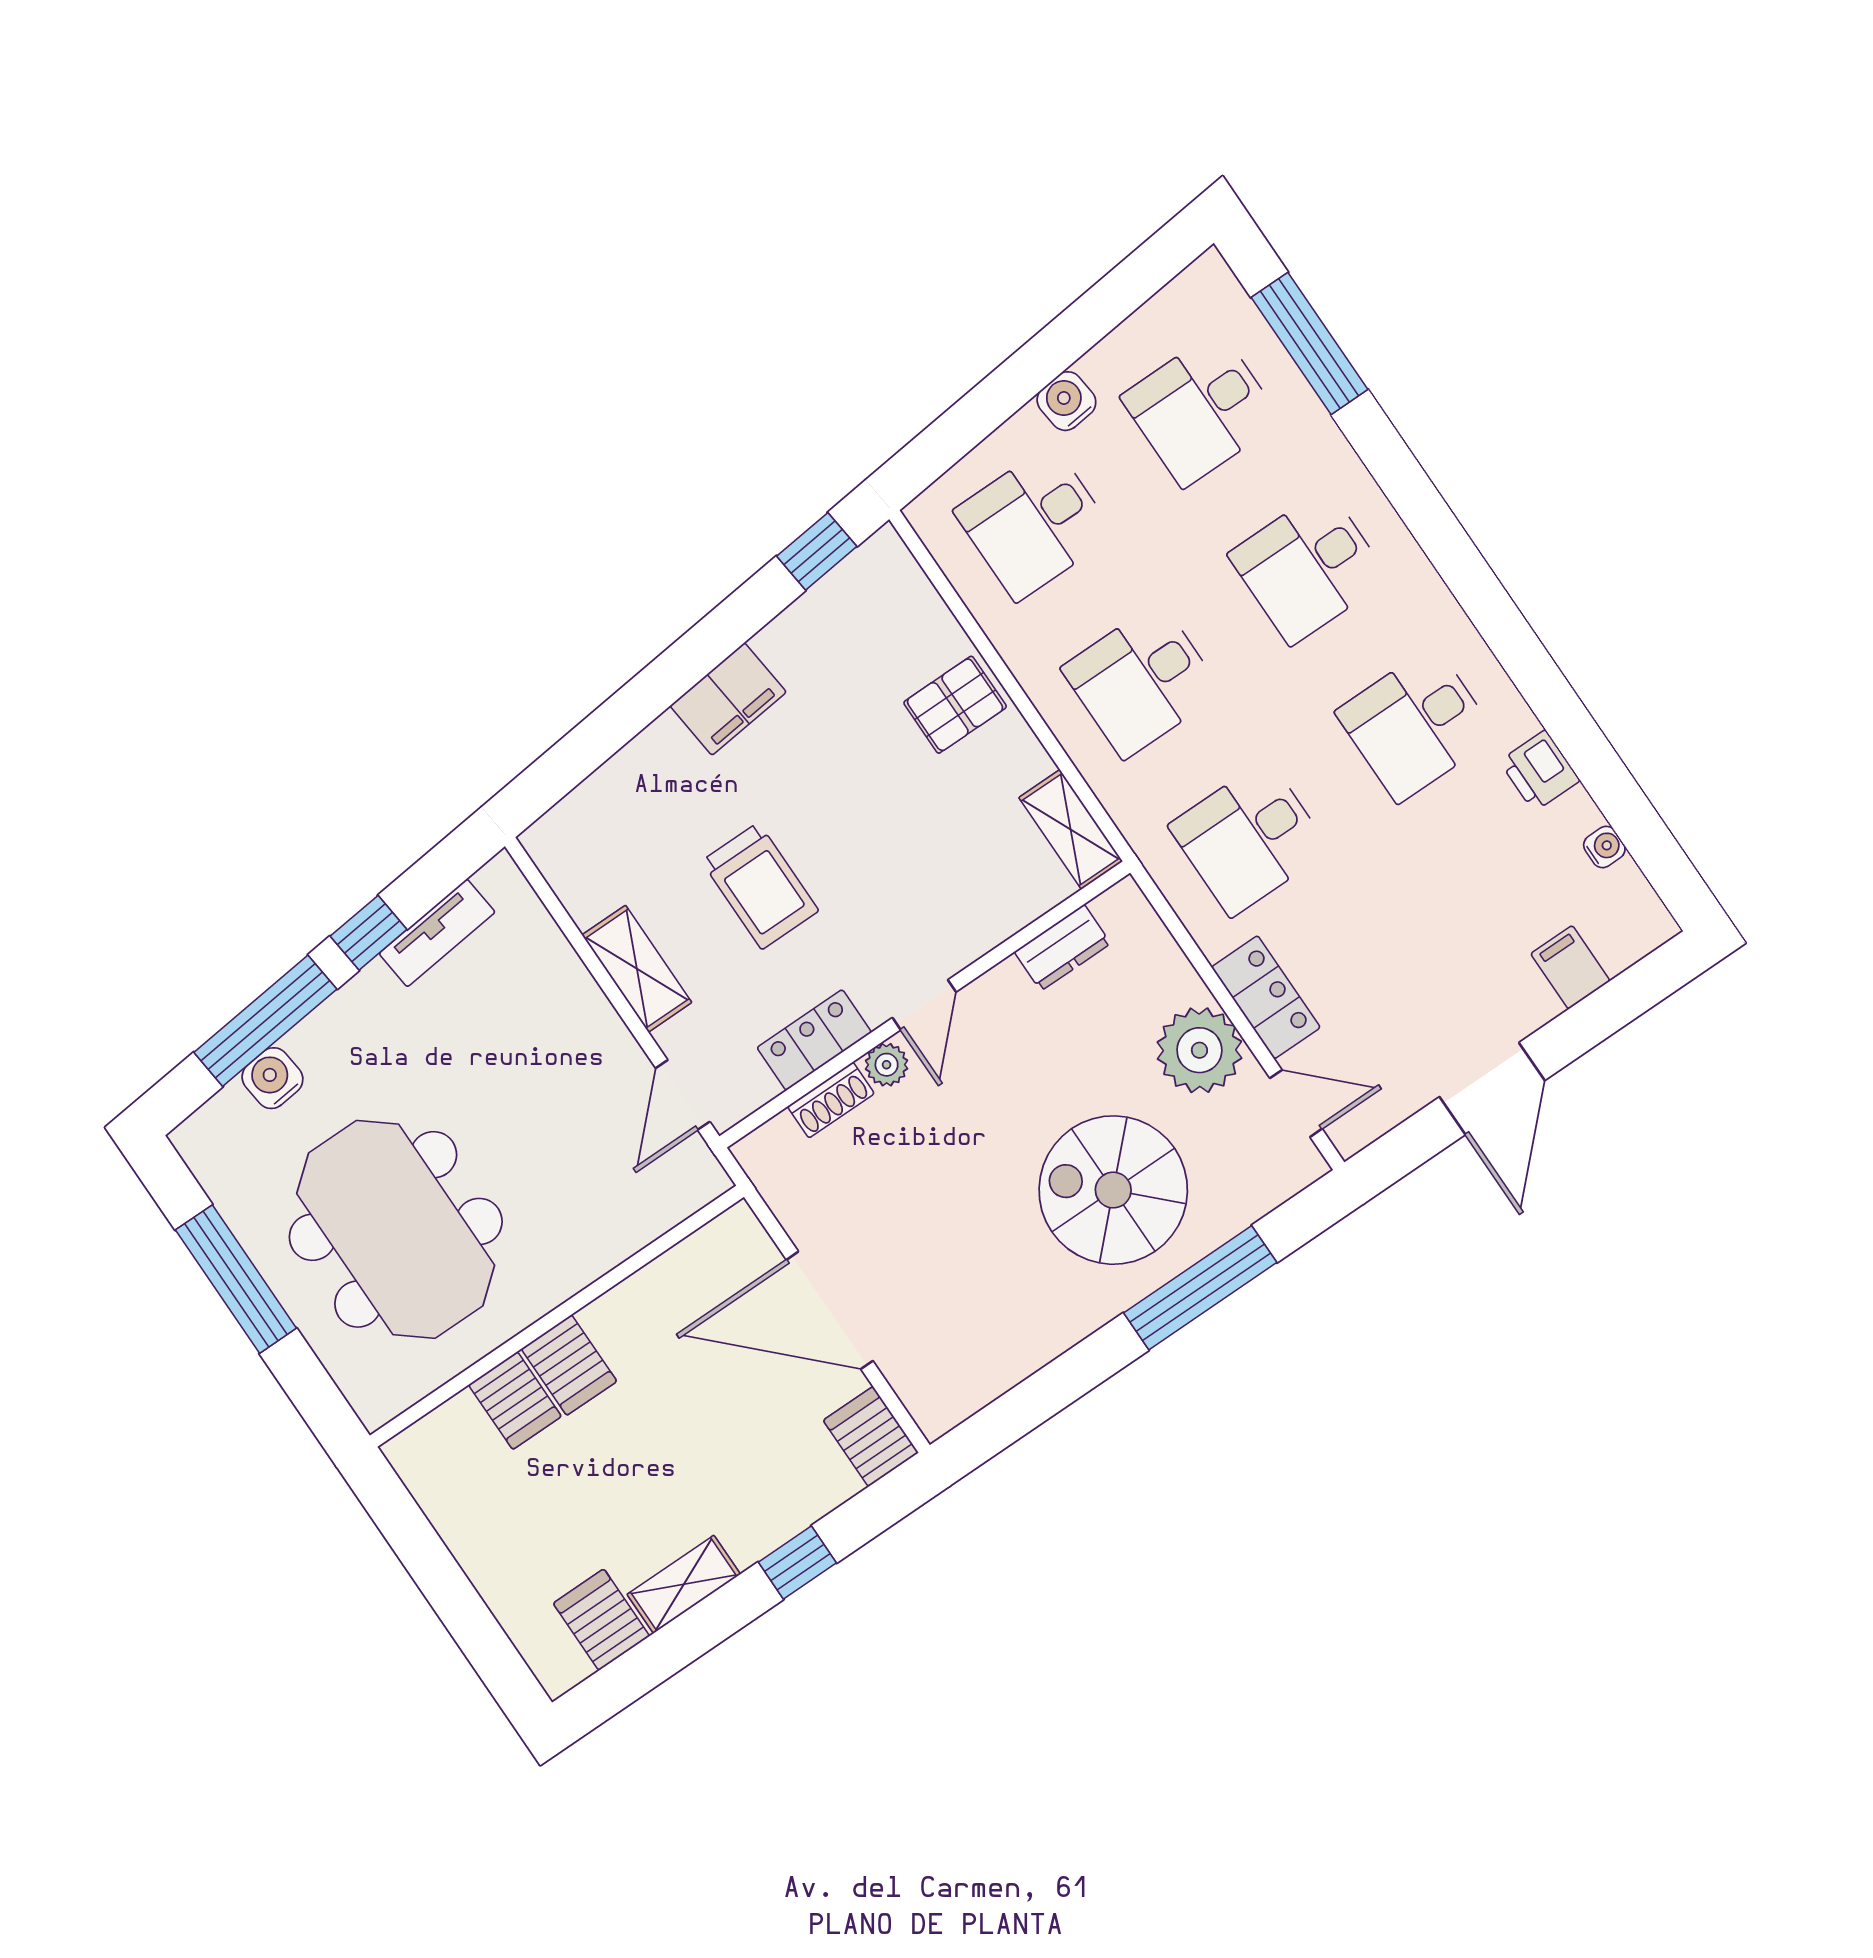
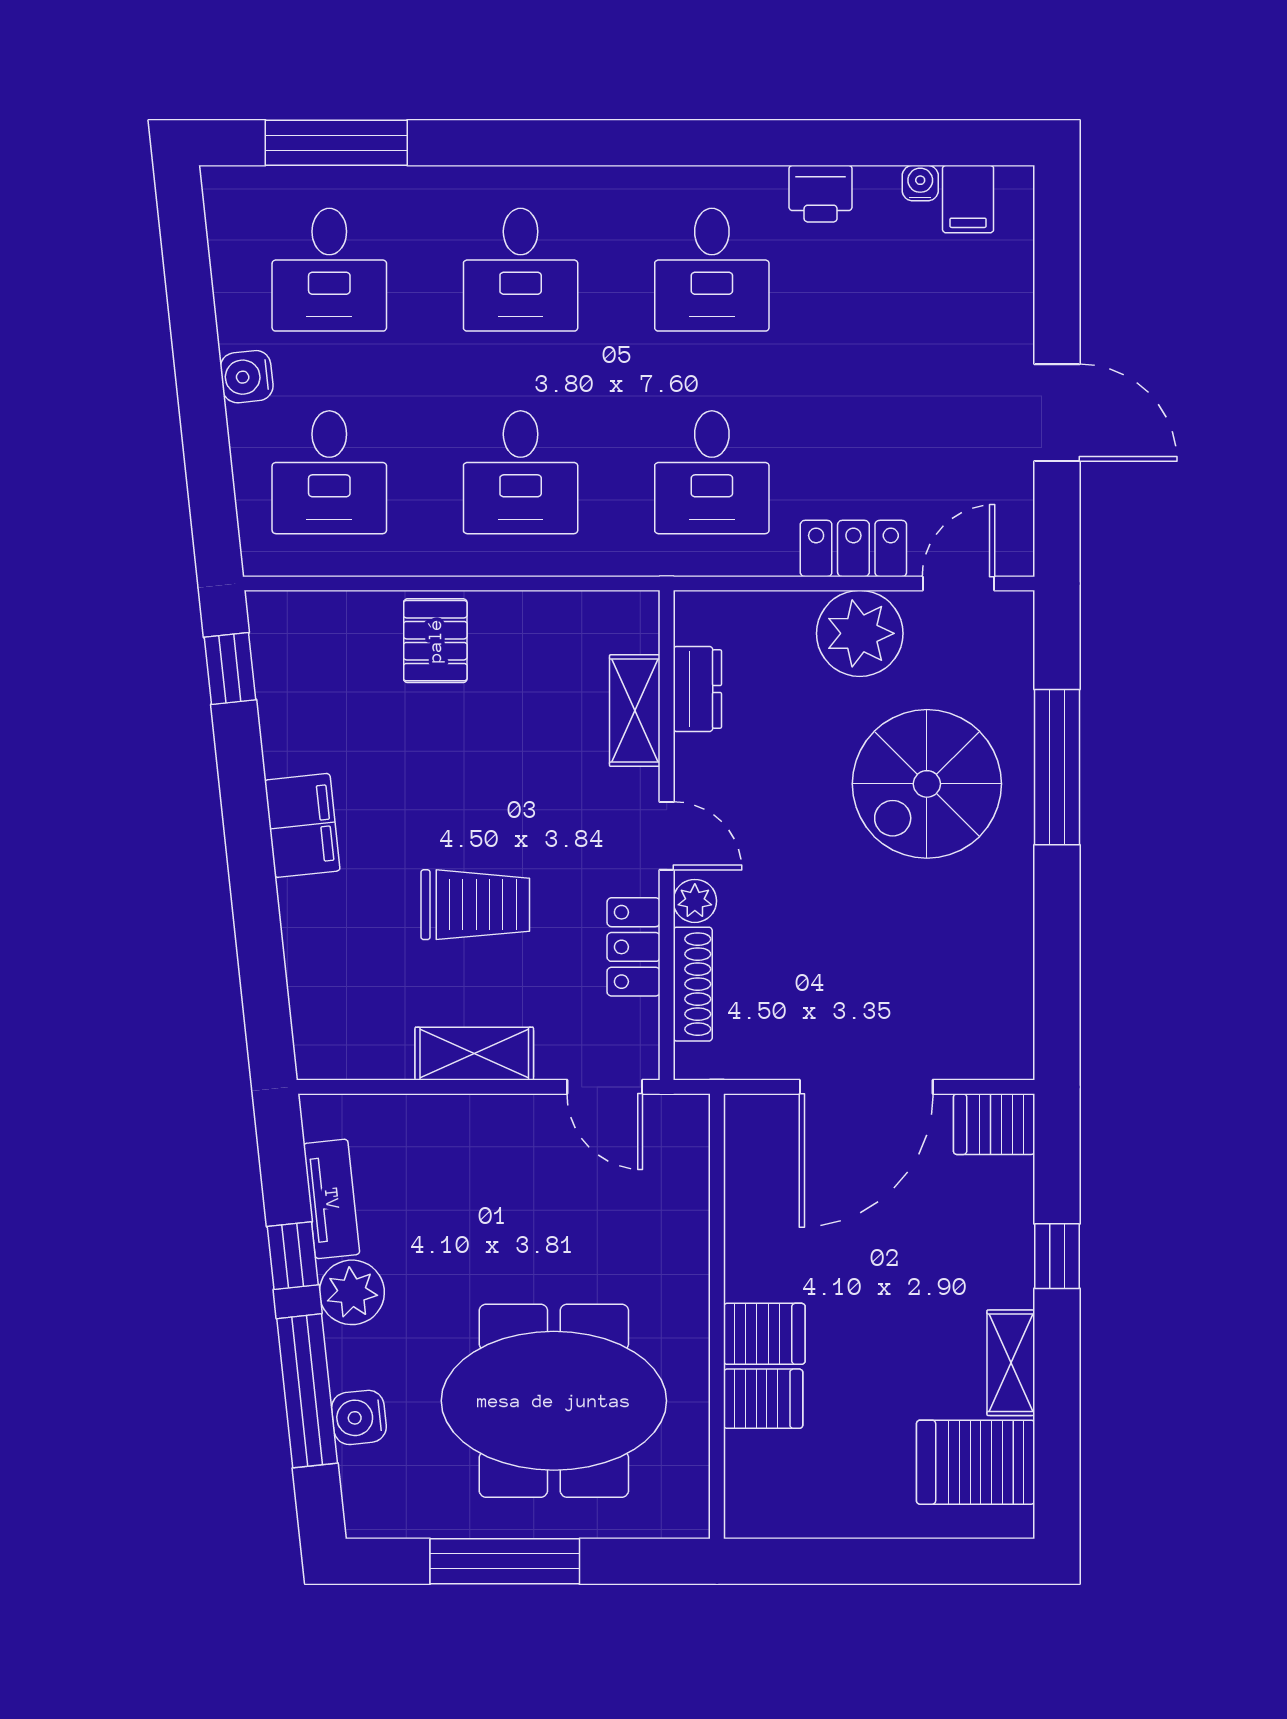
shelving: (1071, 829) -> (635, 711), moved, turned 90
filing cabinet: (1570, 967) -> (968, 199), moved, turned -90
plant: (371, 1002) -> (352, 1292), added
shoe rack: (831, 1100) -> (693, 984), width x1.43
server rack: (601, 1620) -> (976, 1462), width x1.36, depth x1.44

